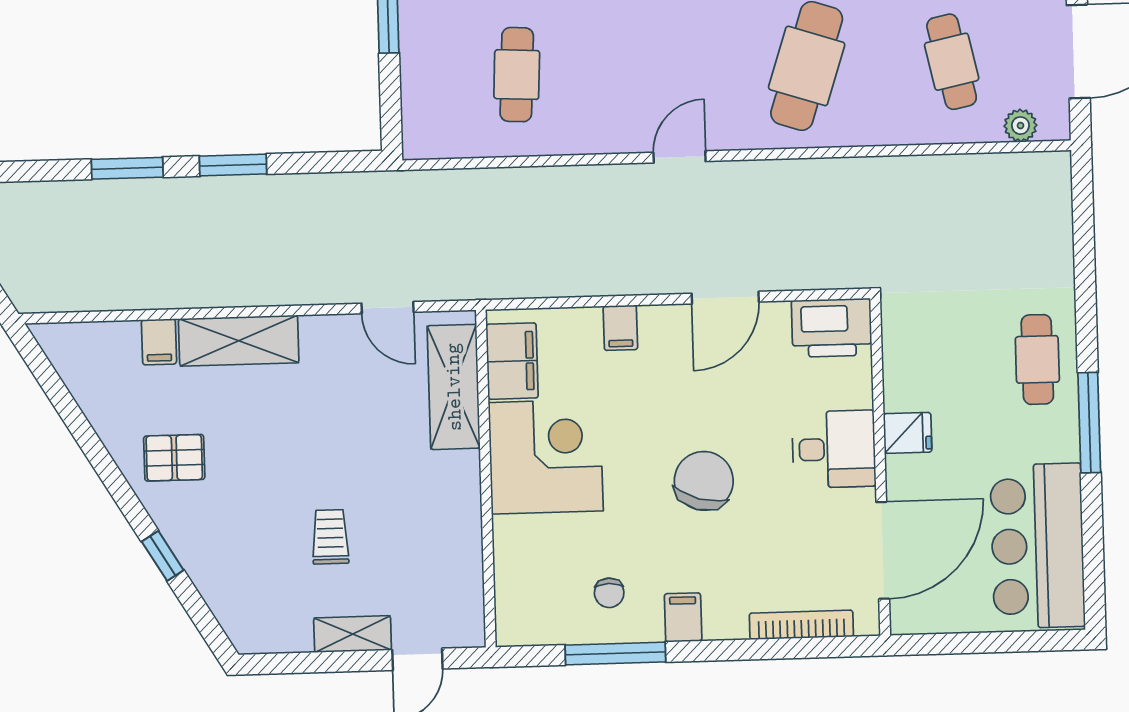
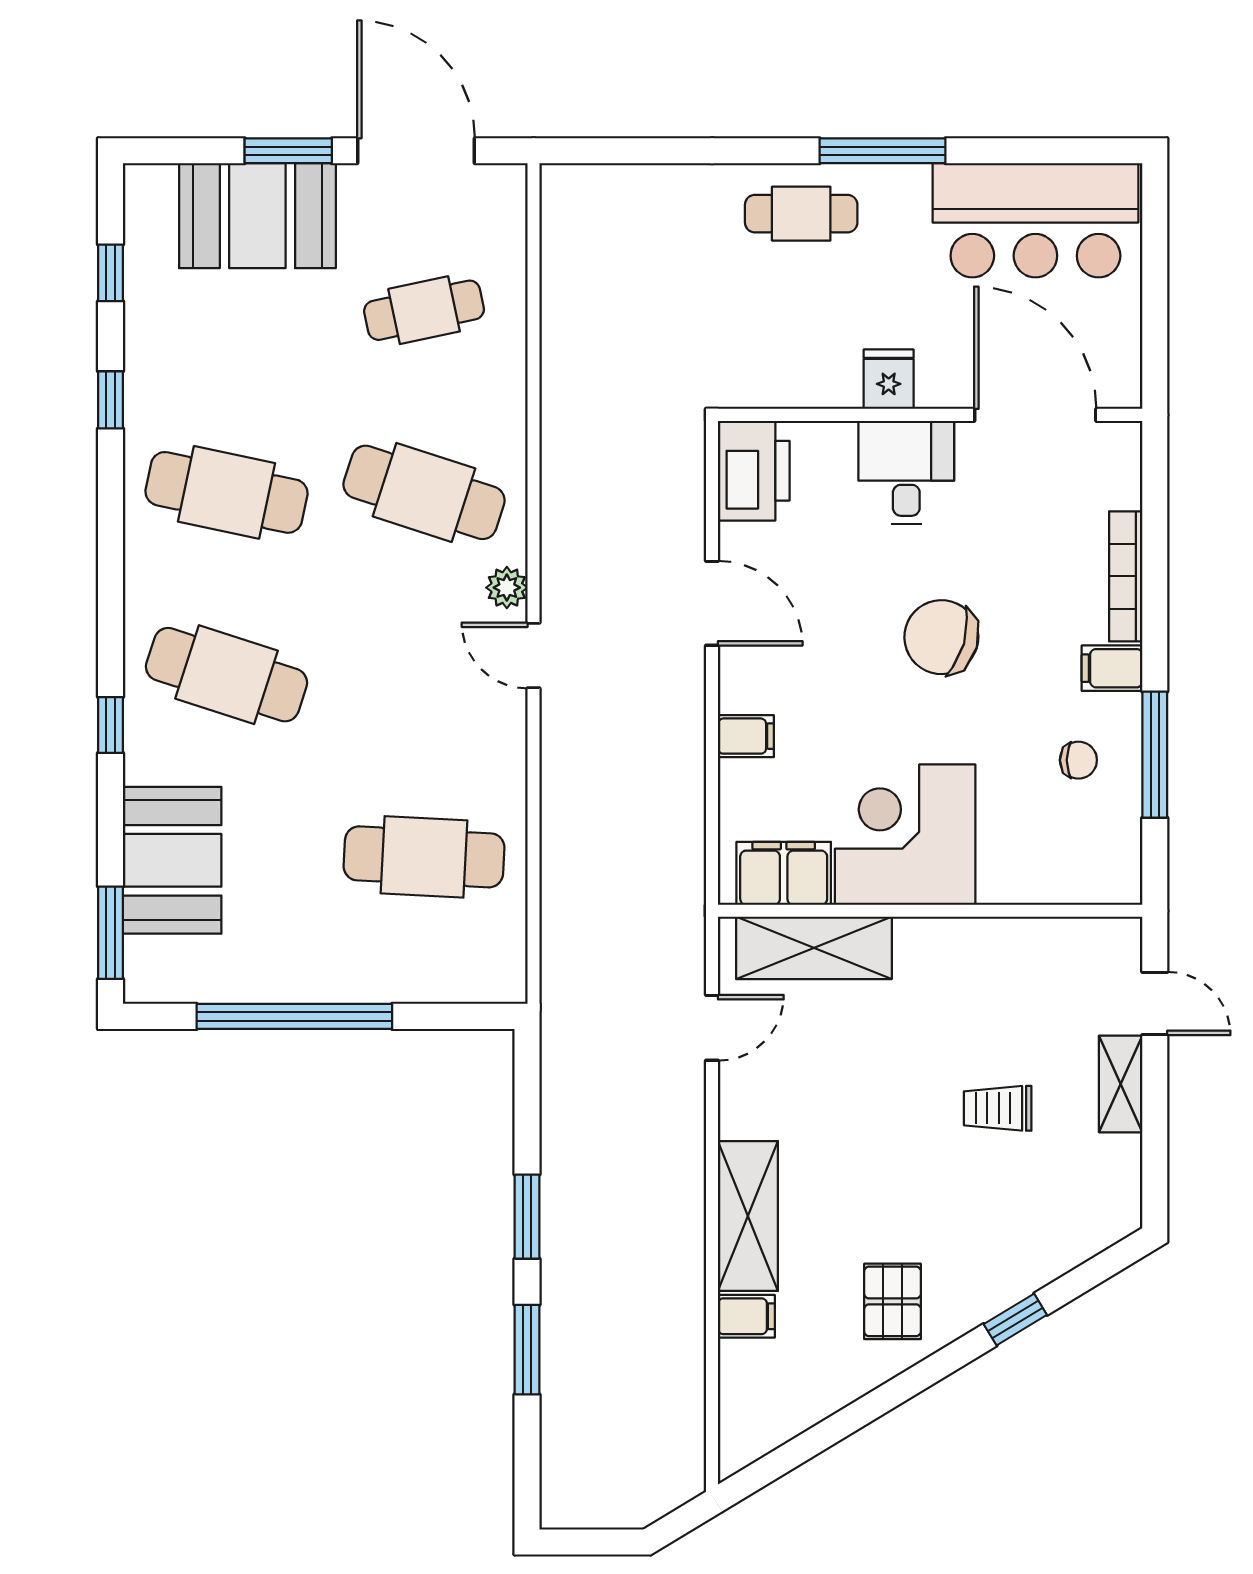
cafe table: (517, 75) -> (424, 857), width x1.37, depth x1.35
plant: (1020, 126) -> (507, 588), moved
bookcase: (801, 625) -> (1126, 576), moved

